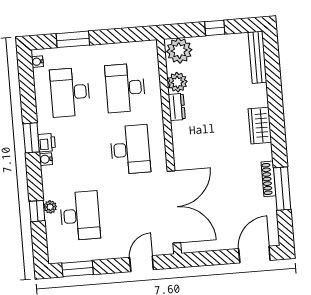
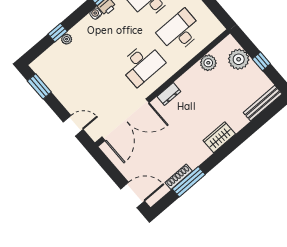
plant: (179, 51) -> (239, 59), moved
dresser: (177, 107) -> (169, 94), moved
shoe rack: (269, 179) -> (179, 177), moved
desk: (80, 216) -> (75, 63), removed

